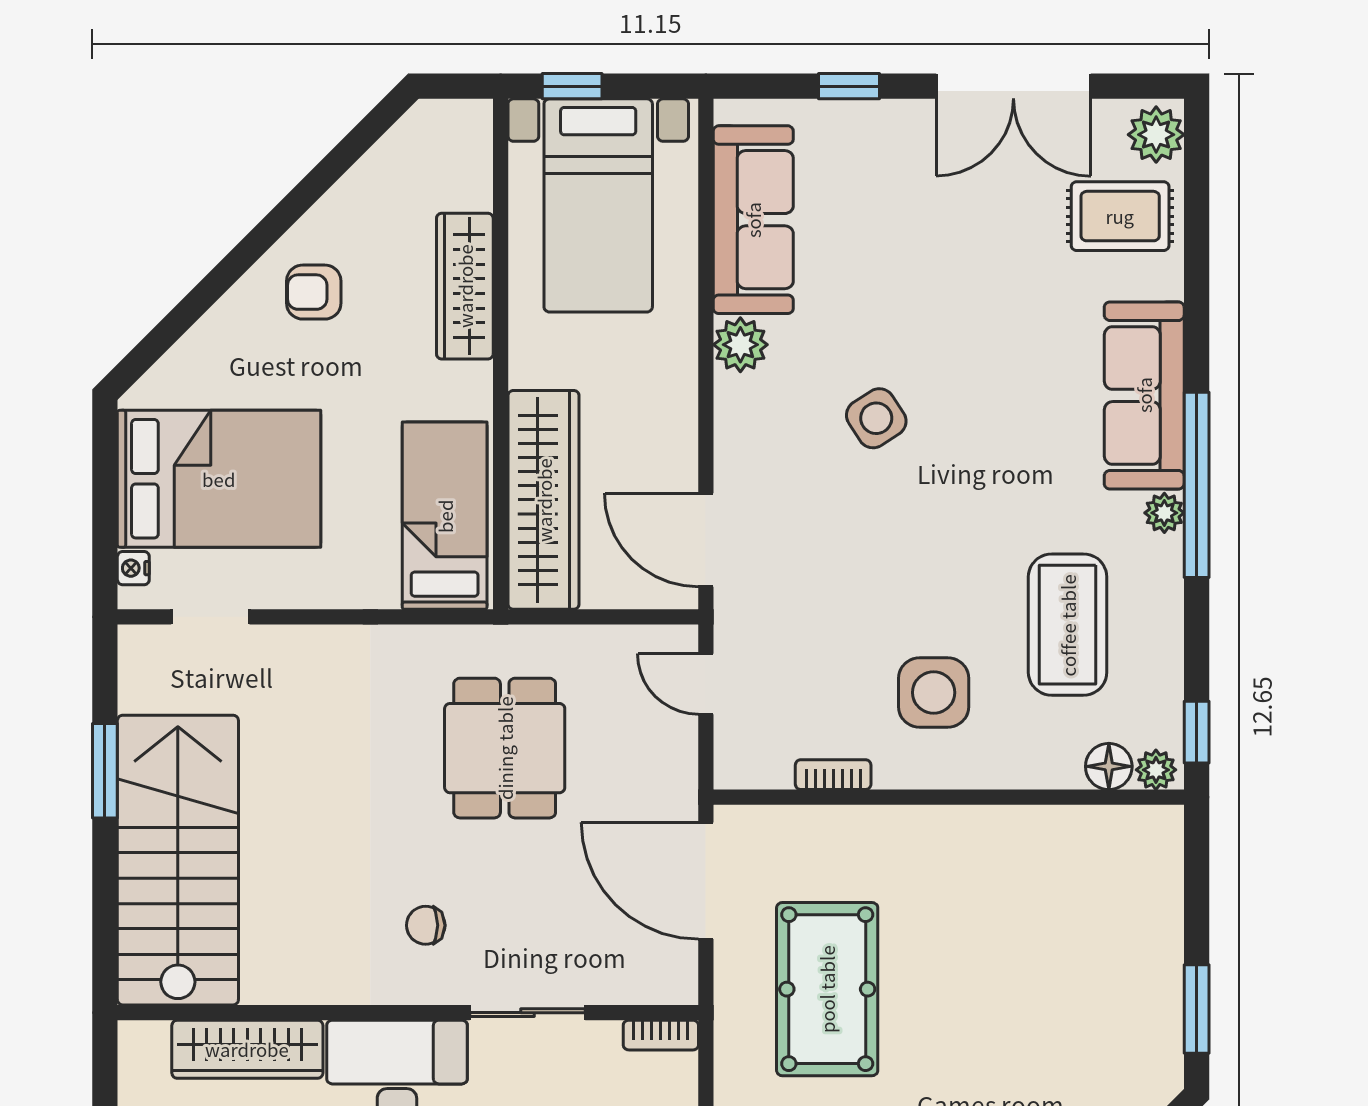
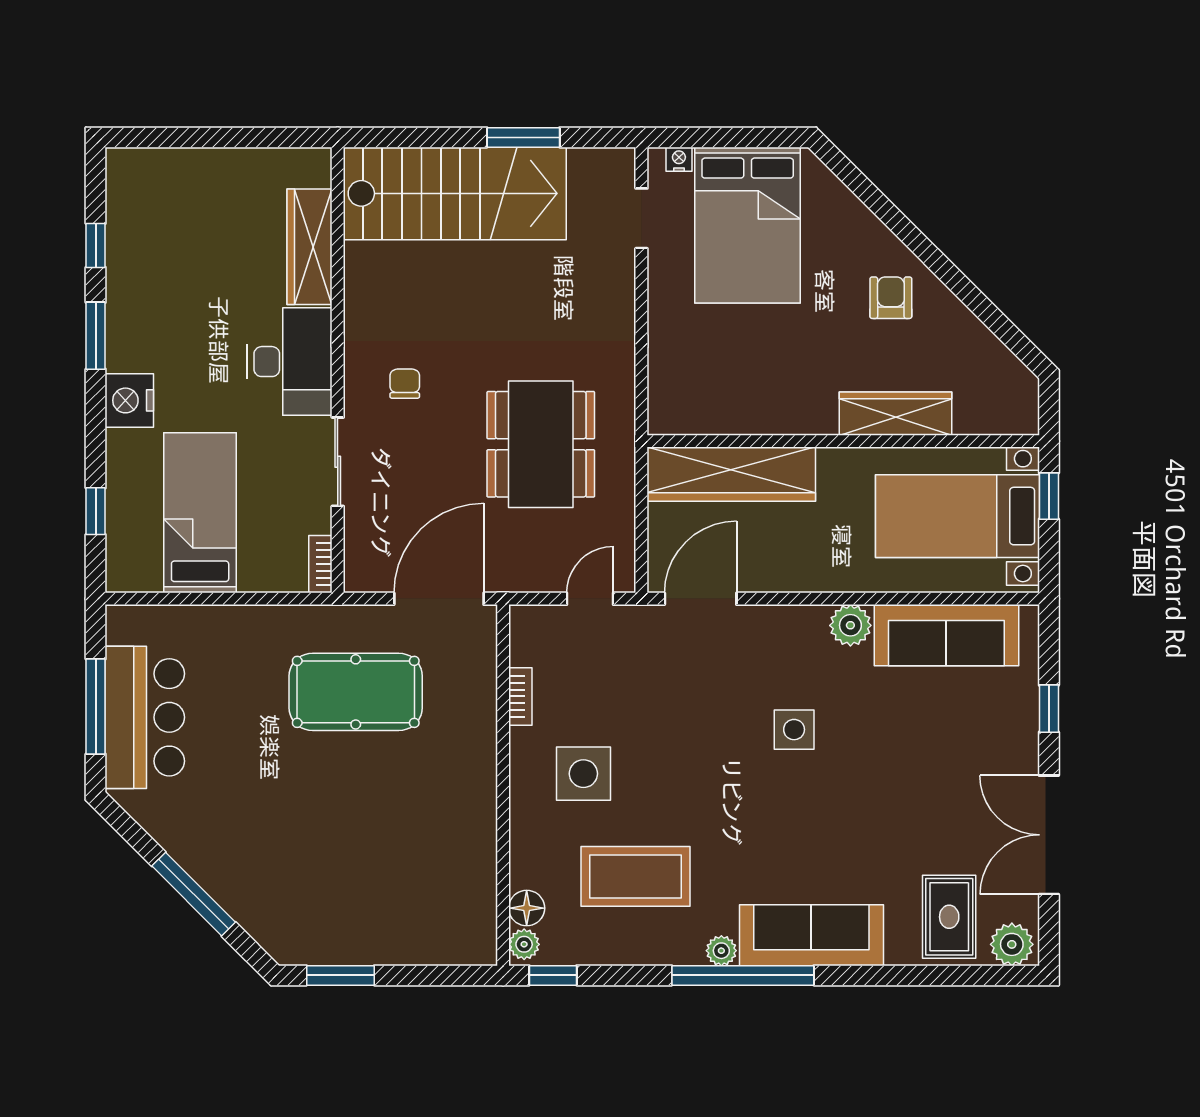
side table: (876, 418) -> (794, 730), turned 33
bed: (445, 516) -> (719, 398), removed
dining table: (505, 748) -> (541, 444), width x1.38

